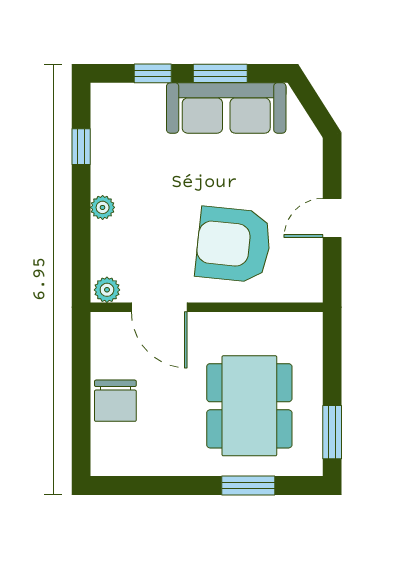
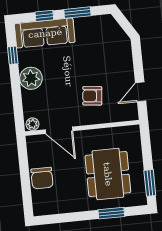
sofa: (226, 108) -> (45, 33), moved
plant: (103, 207) -> (31, 78), width x1.88, depth x1.88
door: (332, 218) -> (141, 92), moved
armchair: (233, 245) -> (92, 96), width x0.53, depth x0.53

